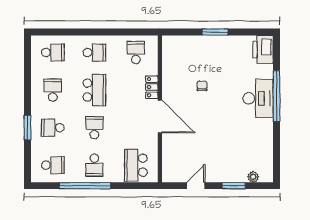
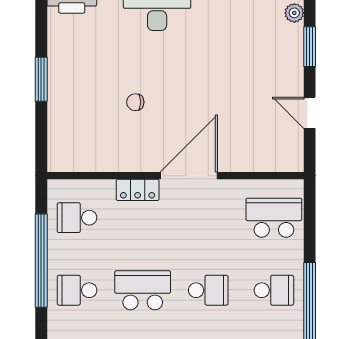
window: (111, 32) -> (41, 261), added
school desk: (94, 53) -> (77, 290), turned -90
school desk: (94, 128) -> (208, 290), turned 180
school desk: (136, 165) -> (274, 218), turned 180

